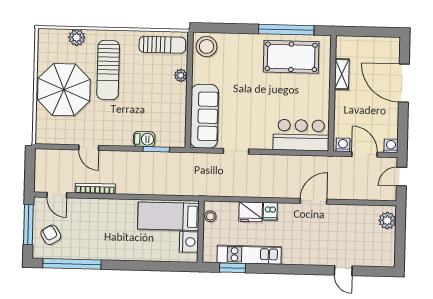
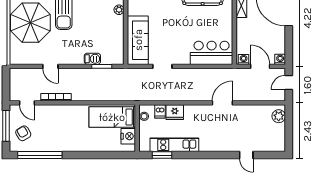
dishwasher: (270, 211) -> (160, 111), moved

